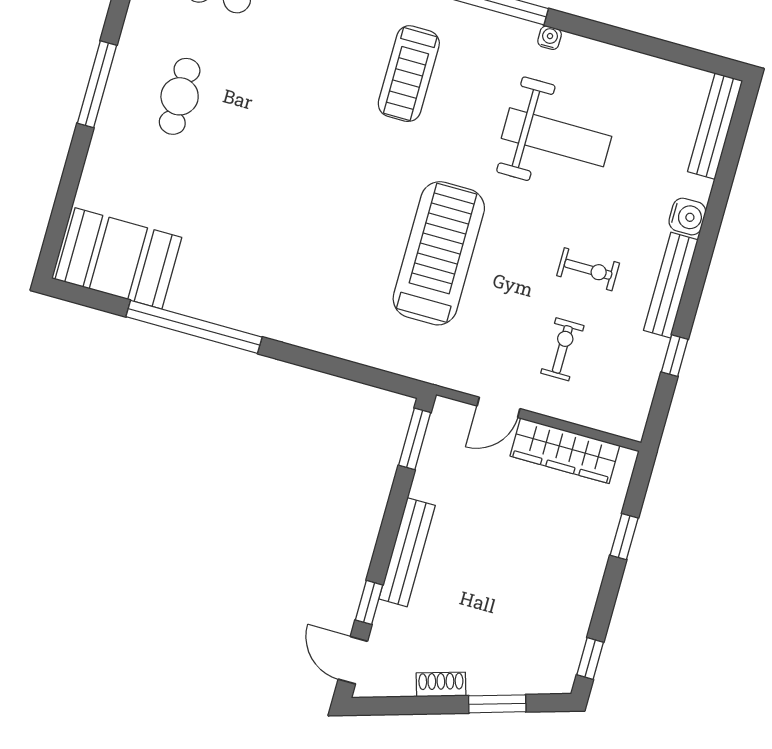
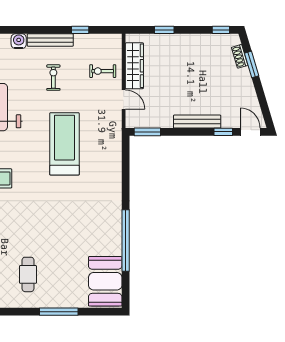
window: (97, 84) -> (59, 312), moved
cafe table: (180, 96) -> (28, 274), turned 90
treadmill: (439, 253) -> (64, 144), turned 90
exercise bike: (562, 349) -> (103, 71), moved
door: (353, 660) -> (250, 132), swing flipped
shoe rack: (441, 684) -> (240, 56), moved

